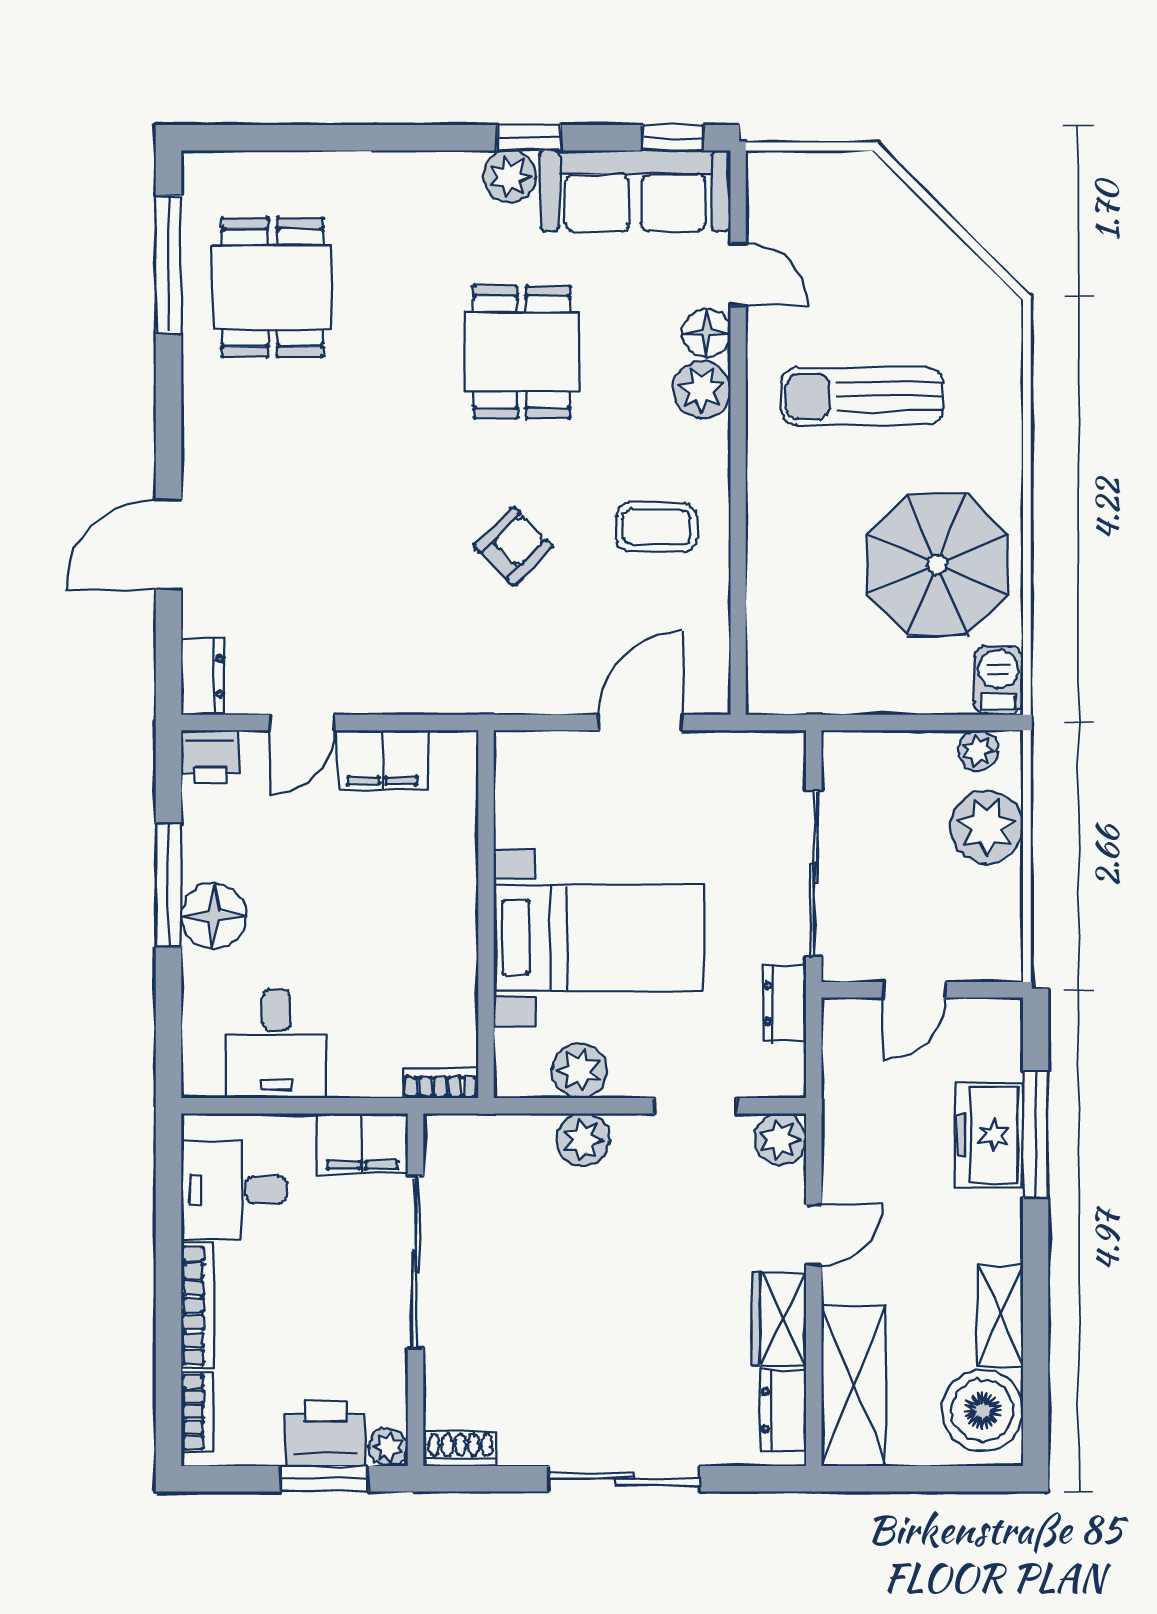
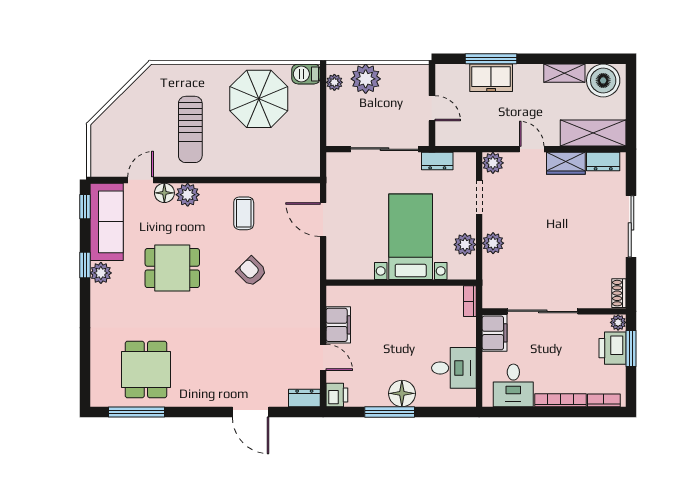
dining table: (273, 287) -> (146, 370), turned 90

